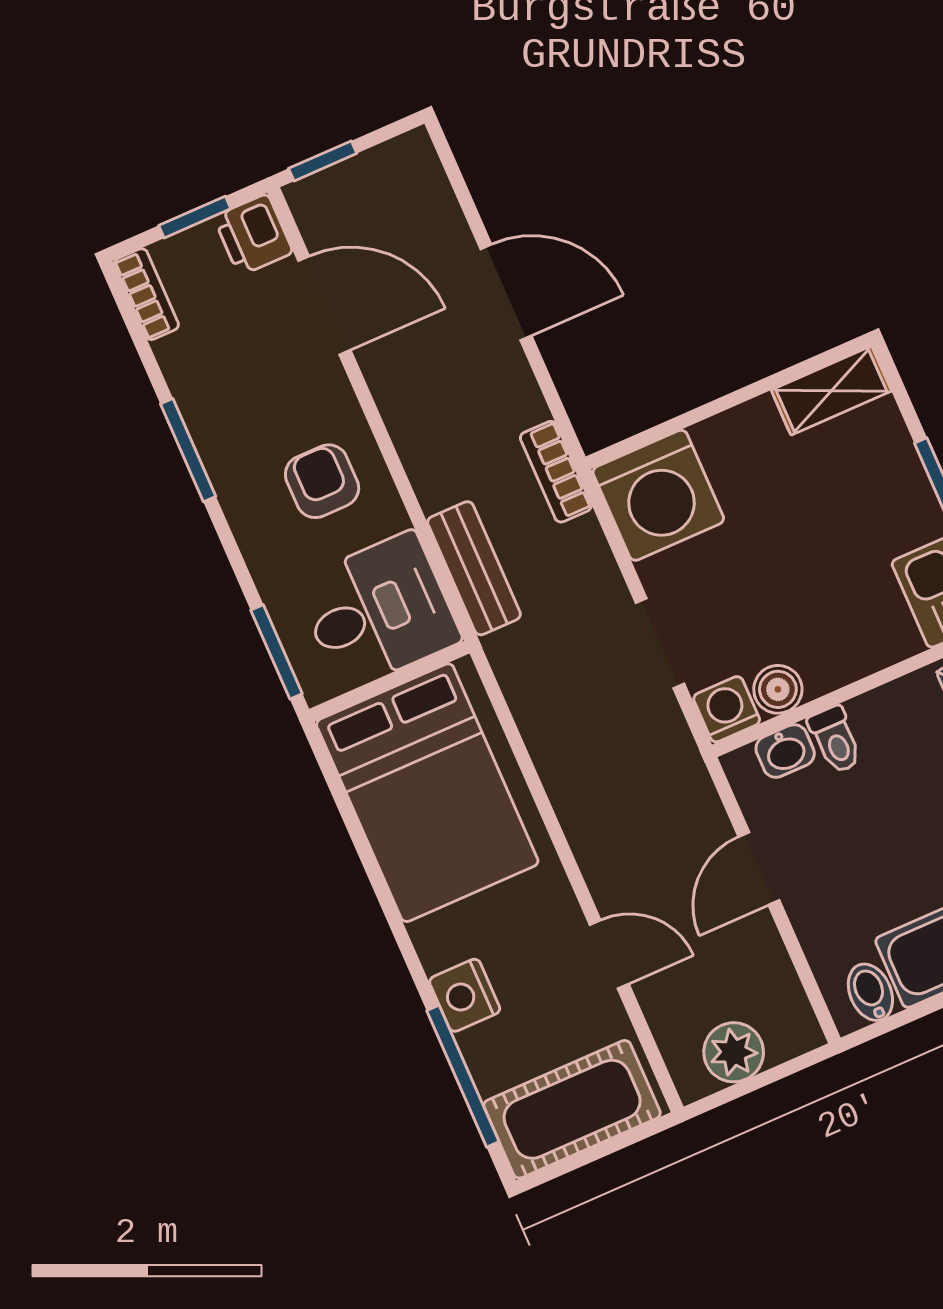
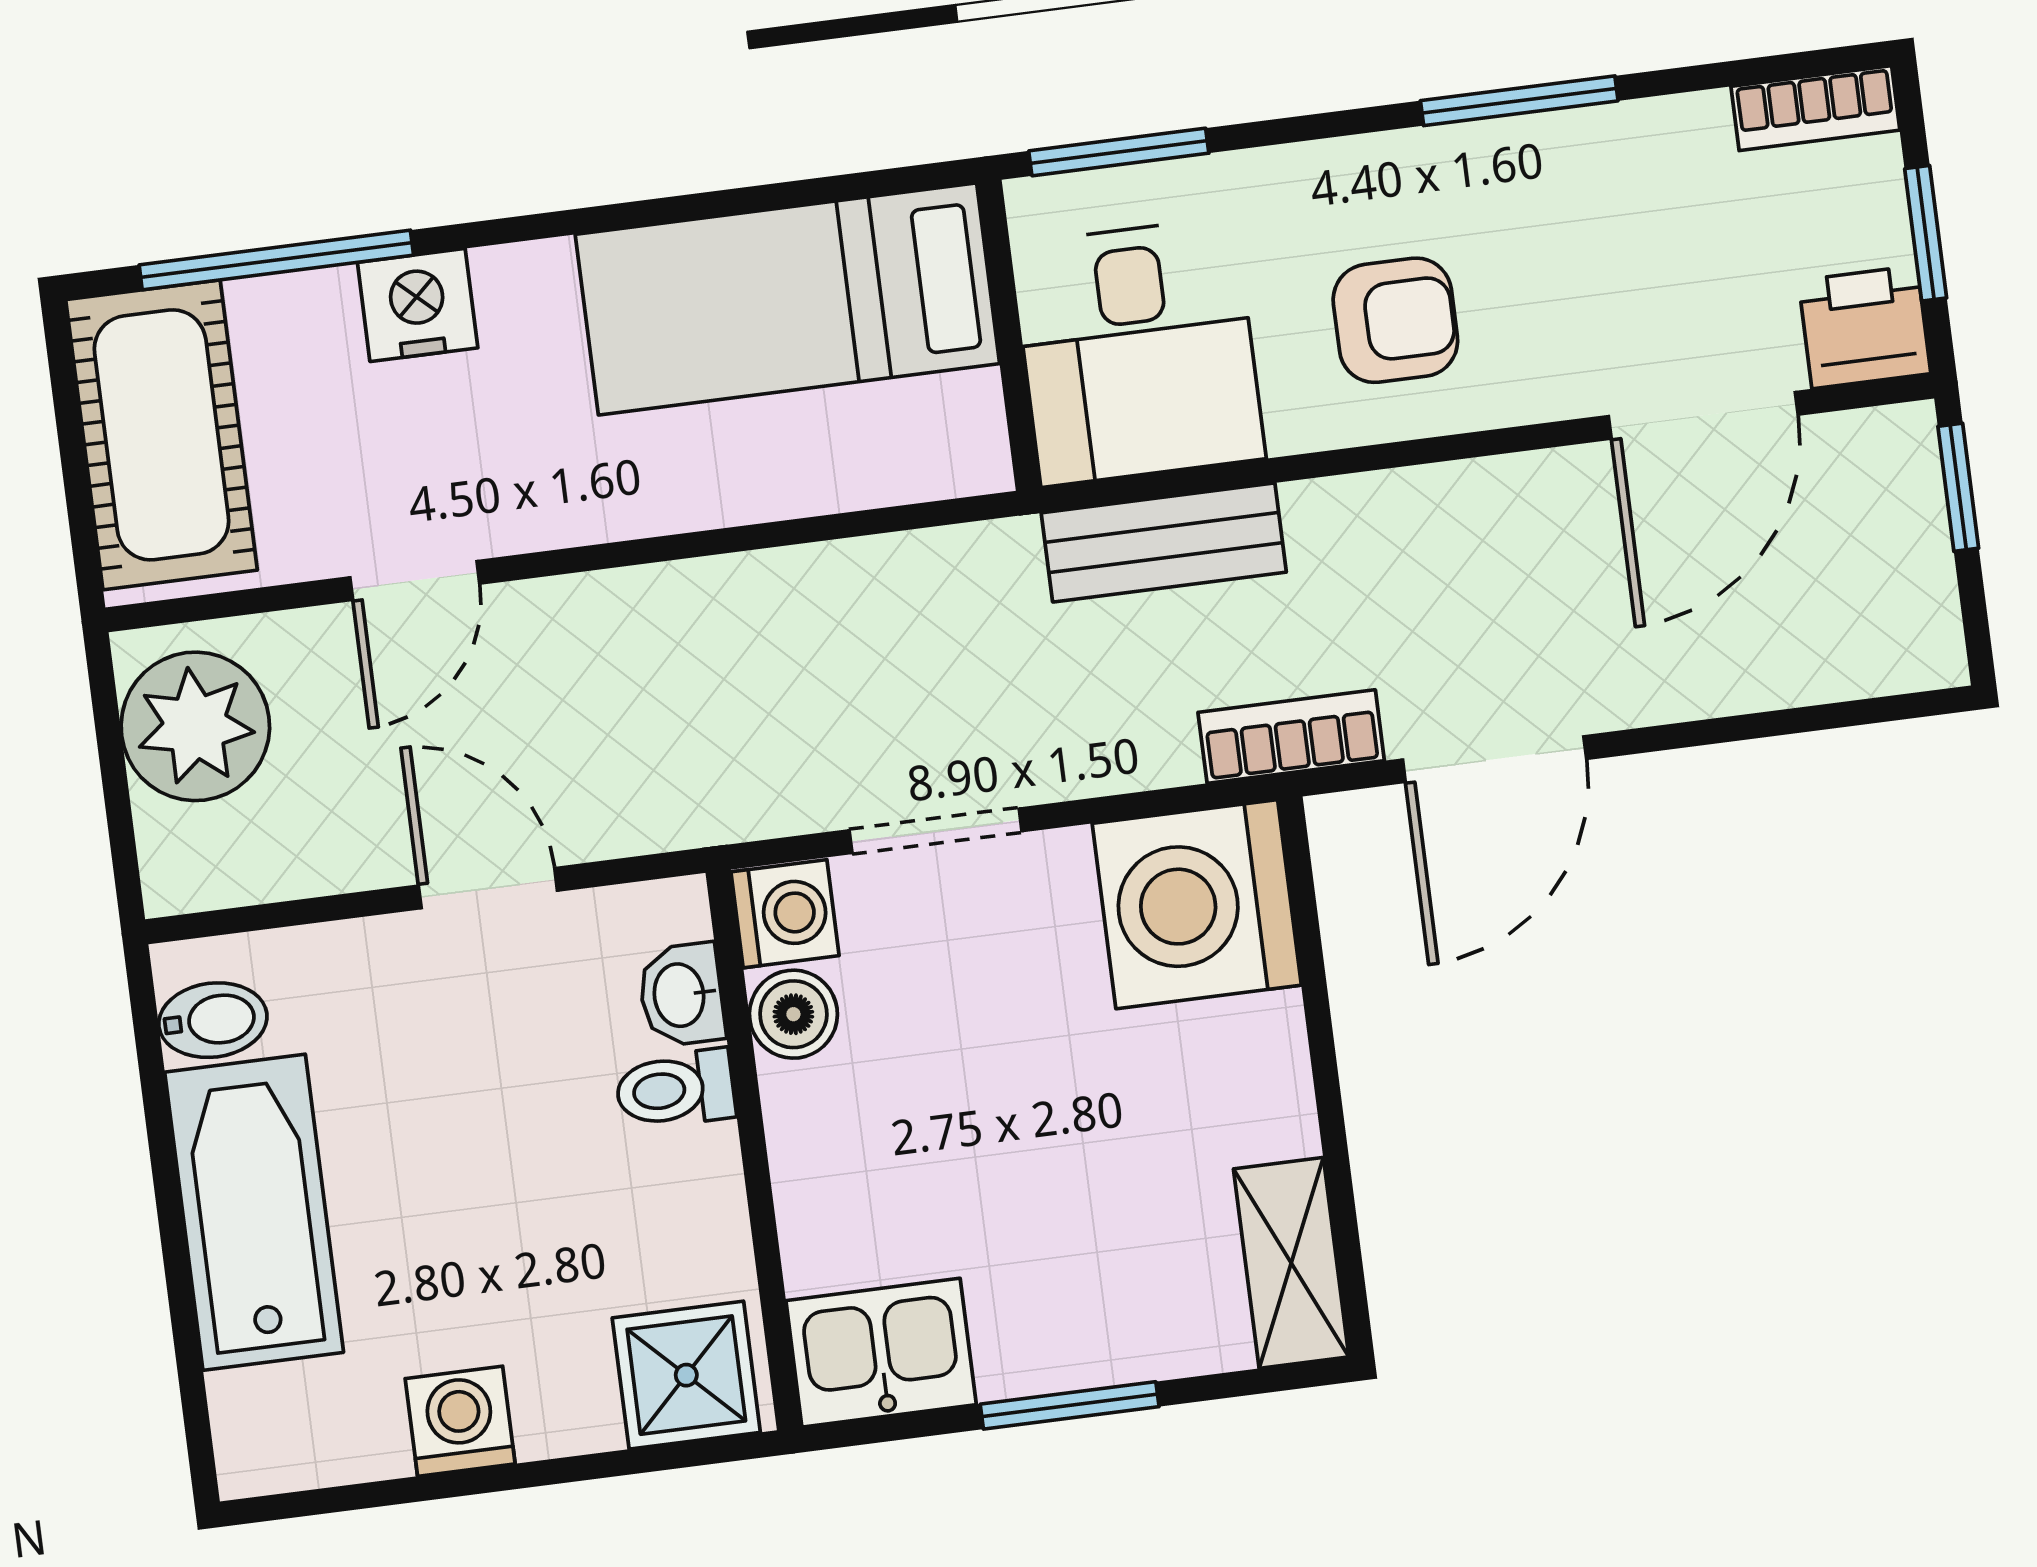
door: (506, 292) -> (1495, 759), moved
bed: (427, 793) -> (787, 299), width x0.67
plant: (734, 1052) -> (195, 726), width x1.36, depth x1.36

